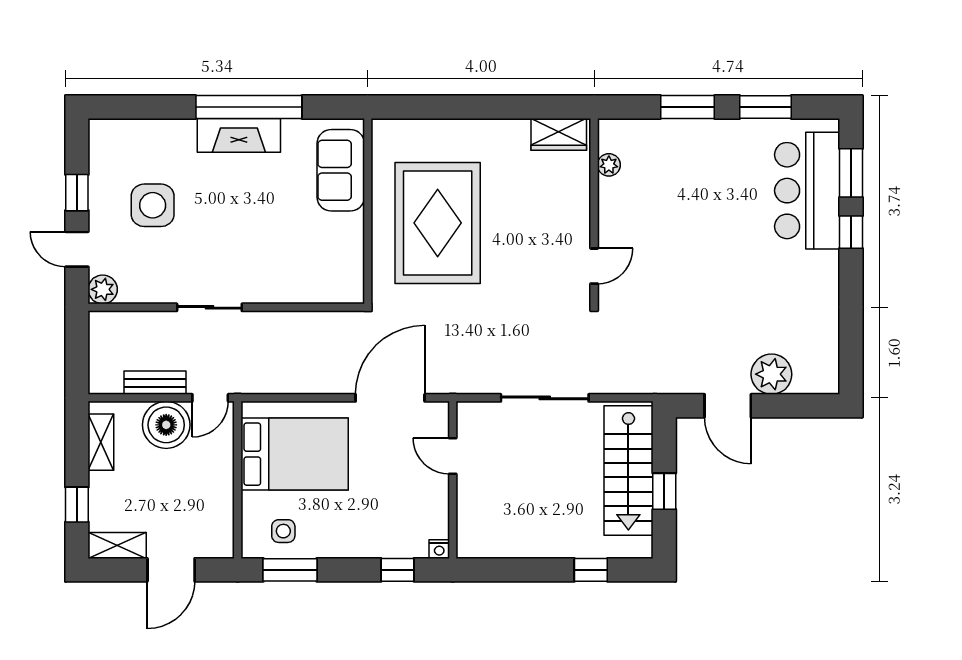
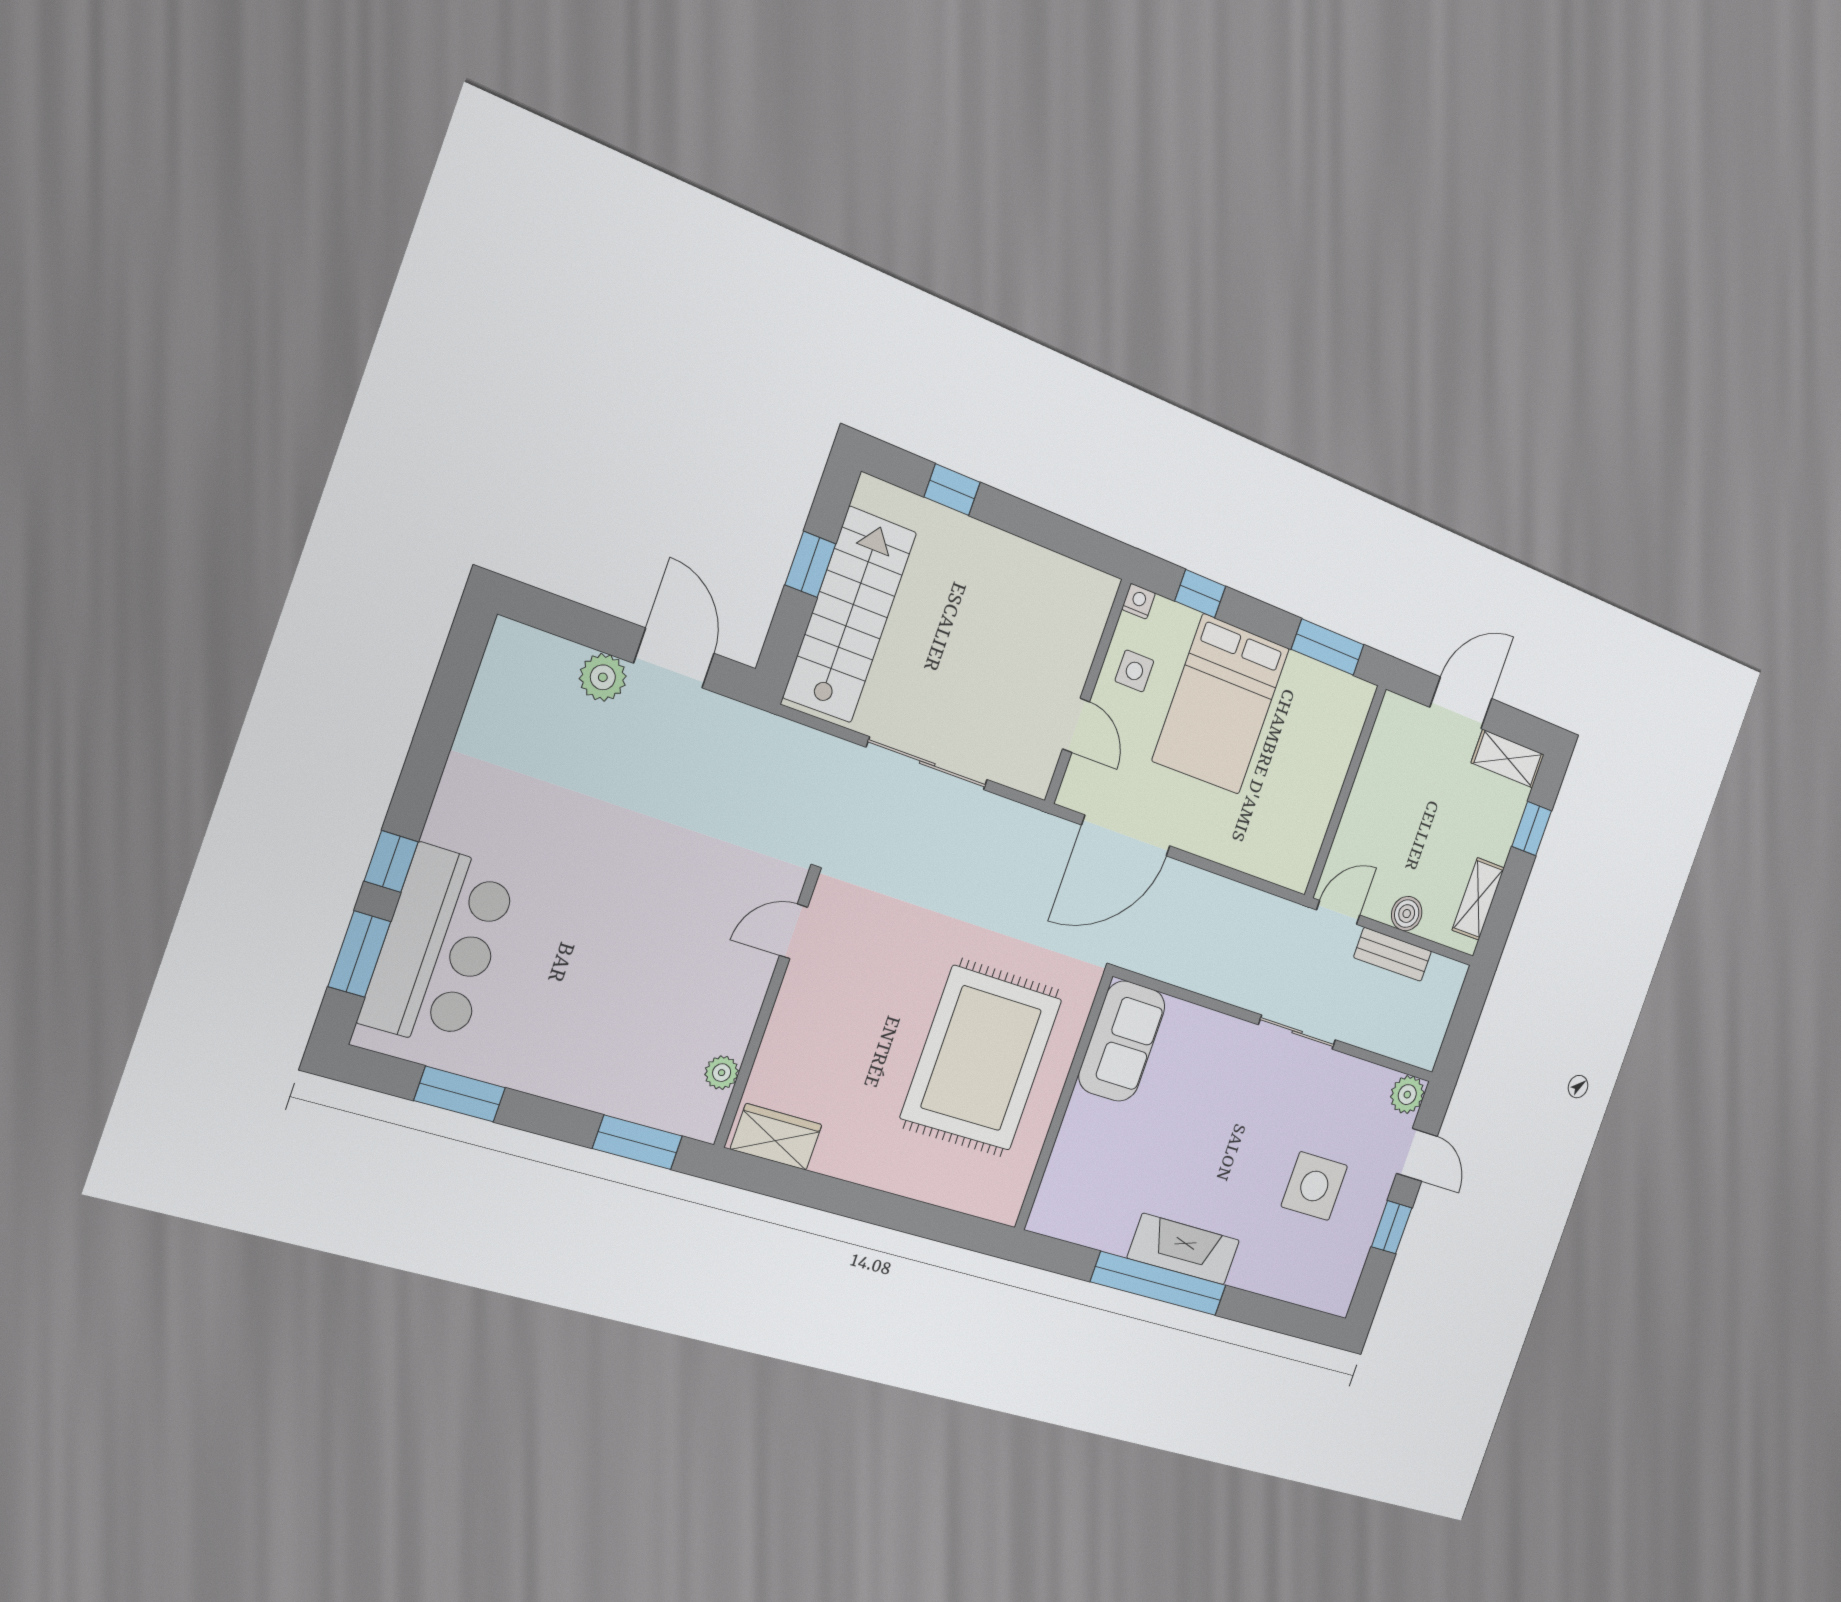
window: (687, 107) -> (637, 1142), moved
sofa: (341, 170) -> (1122, 1041), moved
plant: (771, 374) -> (603, 677), width x0.73, depth x0.73
boiler: (166, 425) -> (1407, 914), width x0.54, depth x0.54
bed: (295, 454) -> (1221, 704), moved, turned -90
side table: (283, 531) -> (1134, 671), moved

